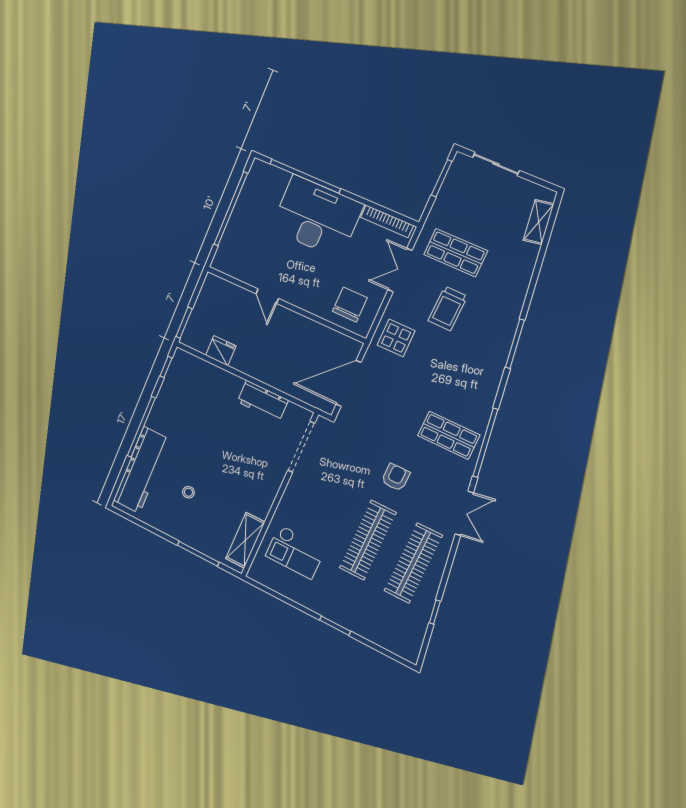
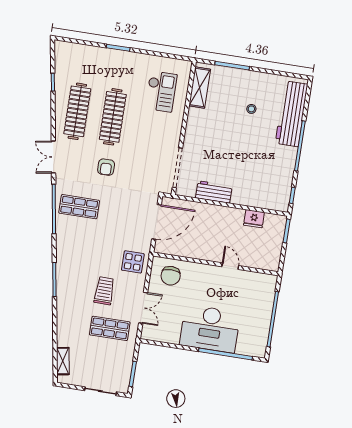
bookcase: (387, 221) -> (161, 338), removed
checkout: (295, 552) -> (161, 91), turned 90

